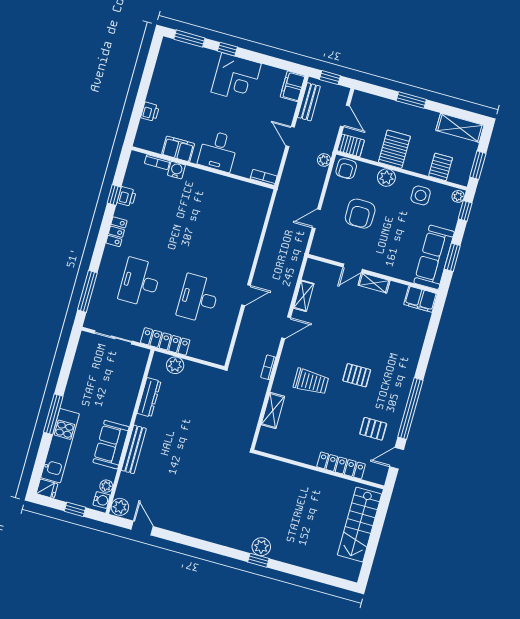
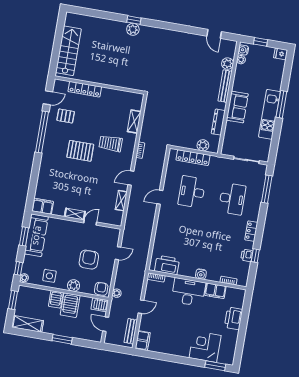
window: (227, 49) -> (189, 361), removed
corner desk: (236, 78) -> (205, 347), moved
window: (330, 78) -> (118, 349), removed
printer: (150, 112) -> (233, 318), width x1.87, depth x1.48
door: (290, 137) -> (141, 307), hinge flipped
desk: (218, 151) -> (188, 292), width x1.37
server rack: (441, 167) -> (56, 299), moved
water cooler: (176, 170) -> (201, 274), moved
printer: (246, 194) -> (167, 265), added
desk: (198, 298) -> (192, 192), turned 180
locker: (165, 341) -> (193, 158), moved
pallet: (357, 375) -> (80, 151), width x1.50, depth x1.42
sofa: (111, 445) -> (237, 107), moved
kitchen unit: (60, 446) -> (269, 114), moved
plant: (120, 507) -> (228, 64), moved

